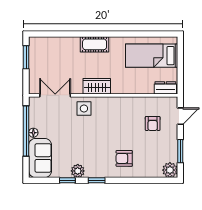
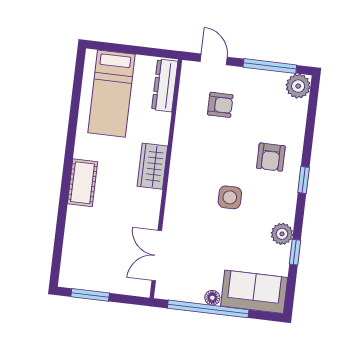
wardrobe: (97, 86) -> (152, 166), moved
dresser: (165, 88) -> (165, 85), width x1.44
side table: (84, 109) -> (230, 197), moved
window: (180, 151) -> (270, 66), width x1.44
window: (97, 180) -> (304, 180), moved

